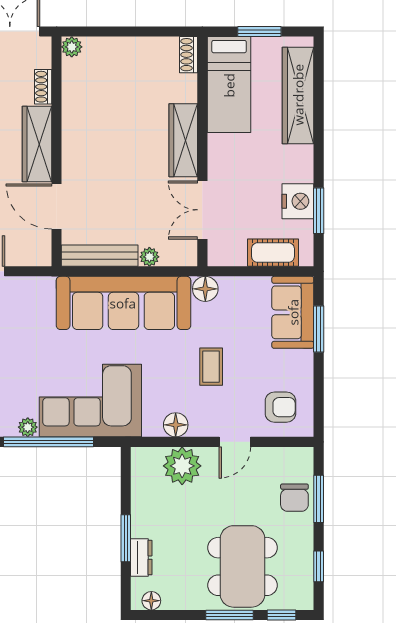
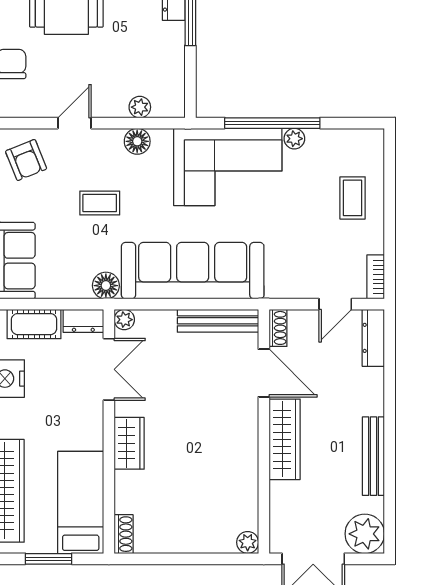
shoe rack: (43, 87) -> (278, 328), moved
wardrobe: (183, 140) -> (129, 443), width x0.67
dresser: (227, 256) -> (83, 321), added
plant: (149, 257) -> (124, 320), moved
coffee table: (211, 367) -> (100, 203), turned 90
armchair: (280, 407) -> (26, 160), turned -112
plant: (182, 466) -> (140, 107), width x0.53, depth x0.53

